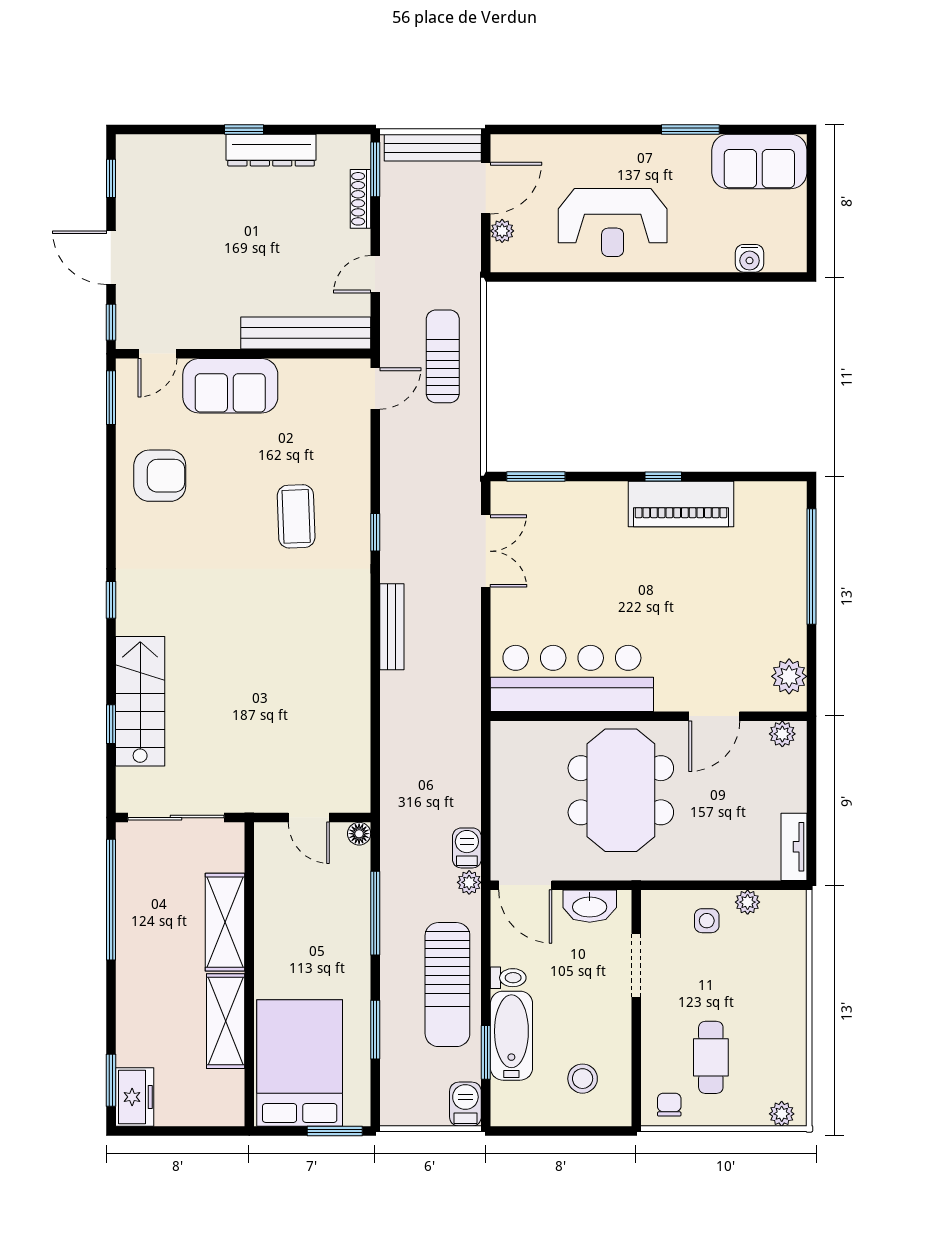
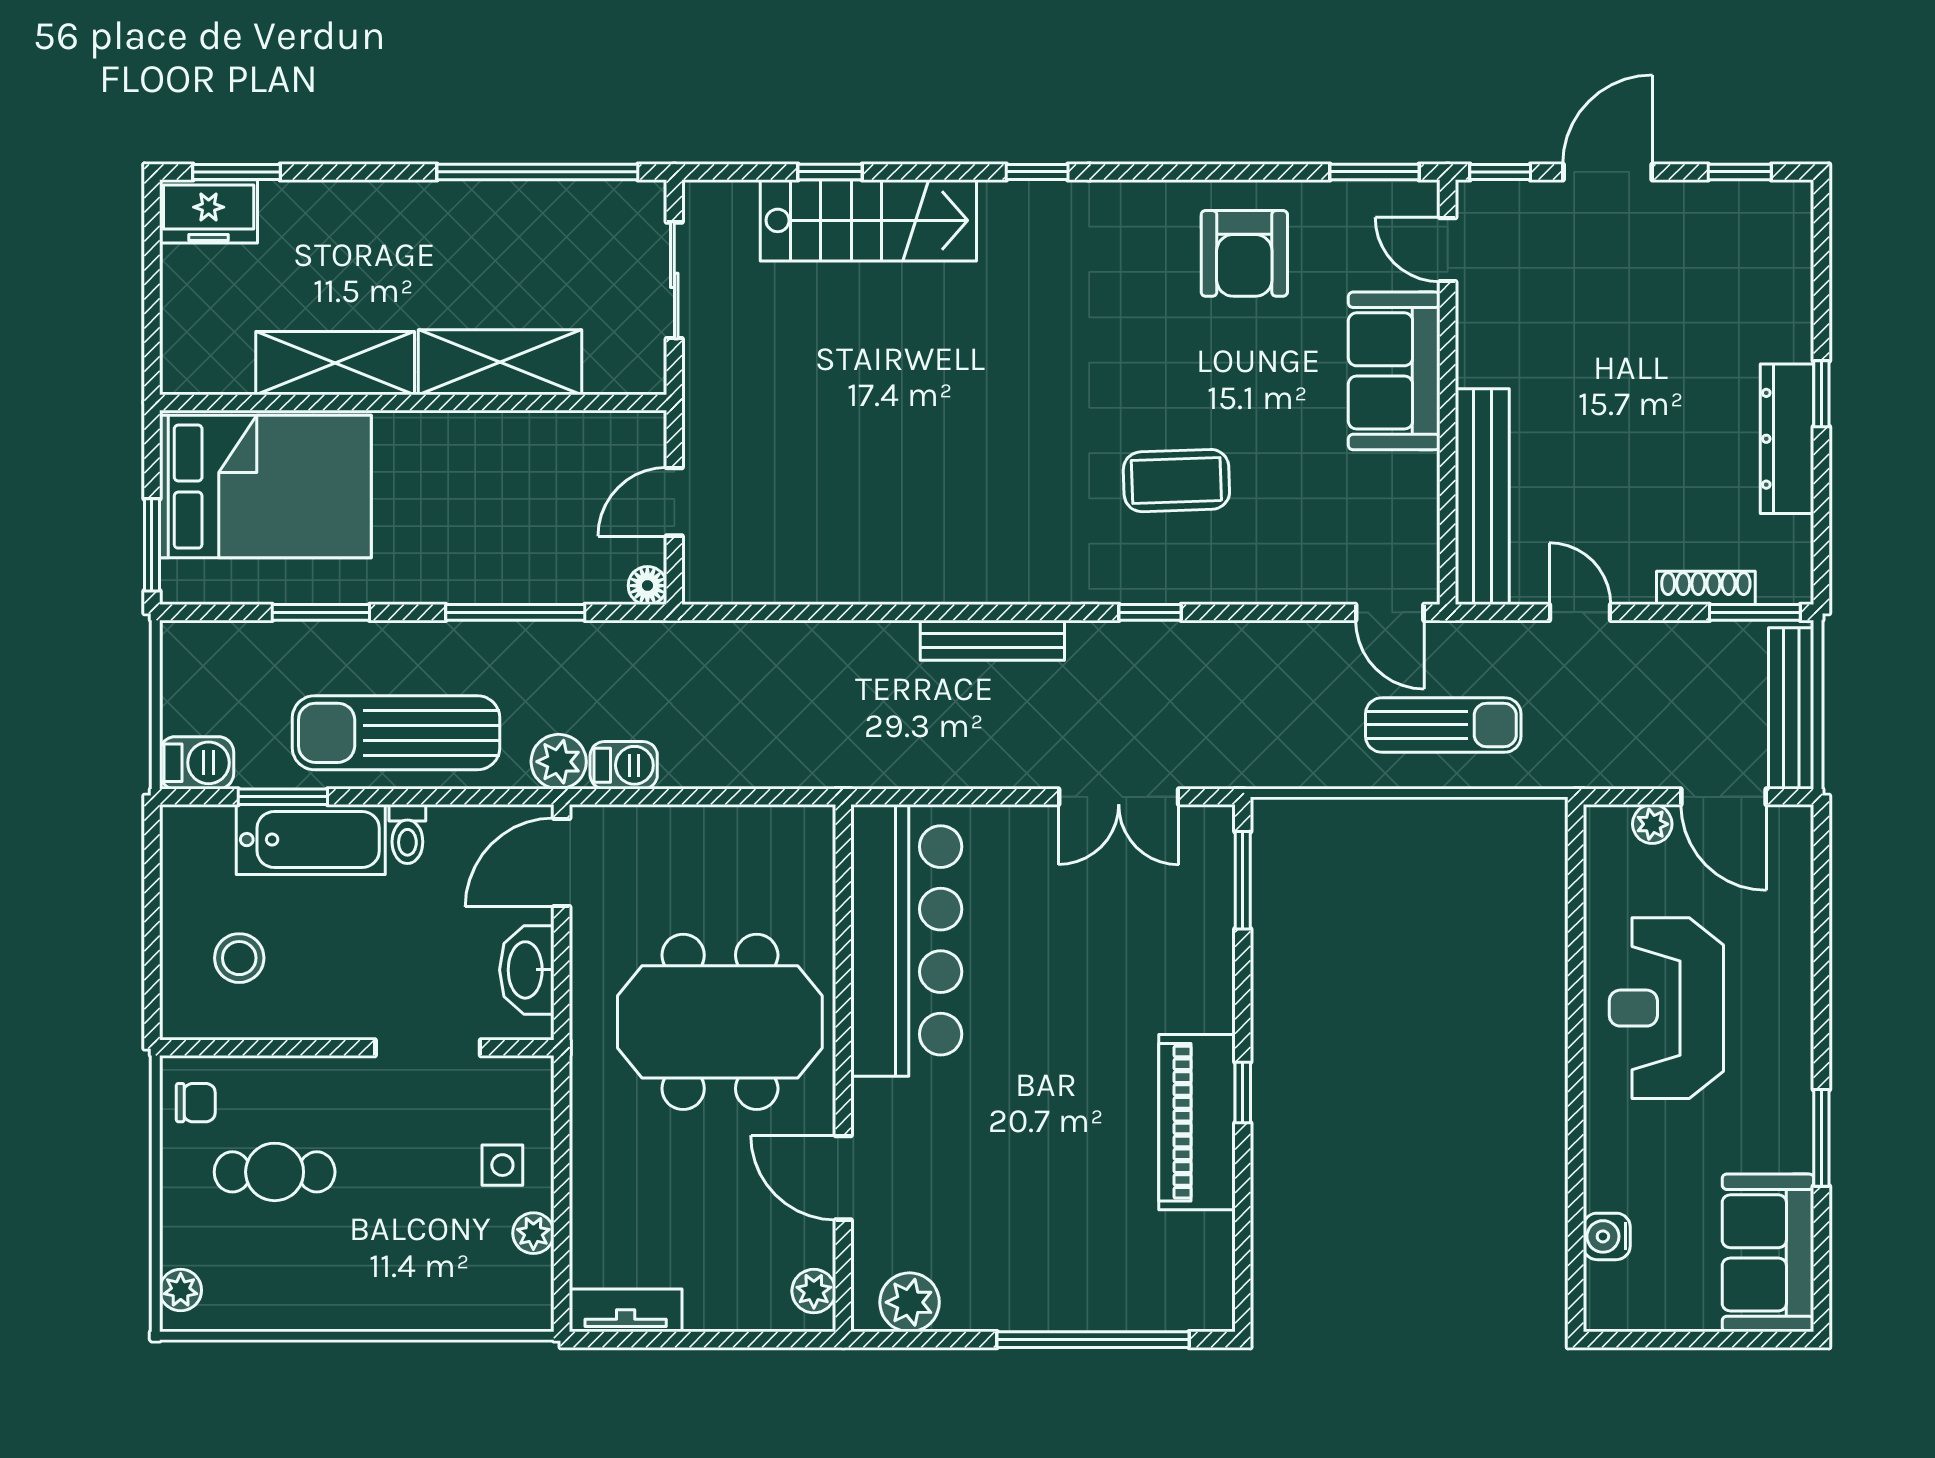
sliding door: (176, 818) -> (674, 280), width x0.73
plant: (469, 882) -> (559, 762), width x1.38, depth x1.38

